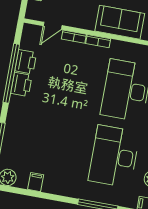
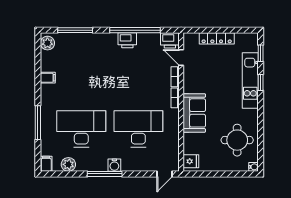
printer: (26, 62) -> (170, 40), moved
filing cabinet: (36, 182) -> (48, 78), moved

